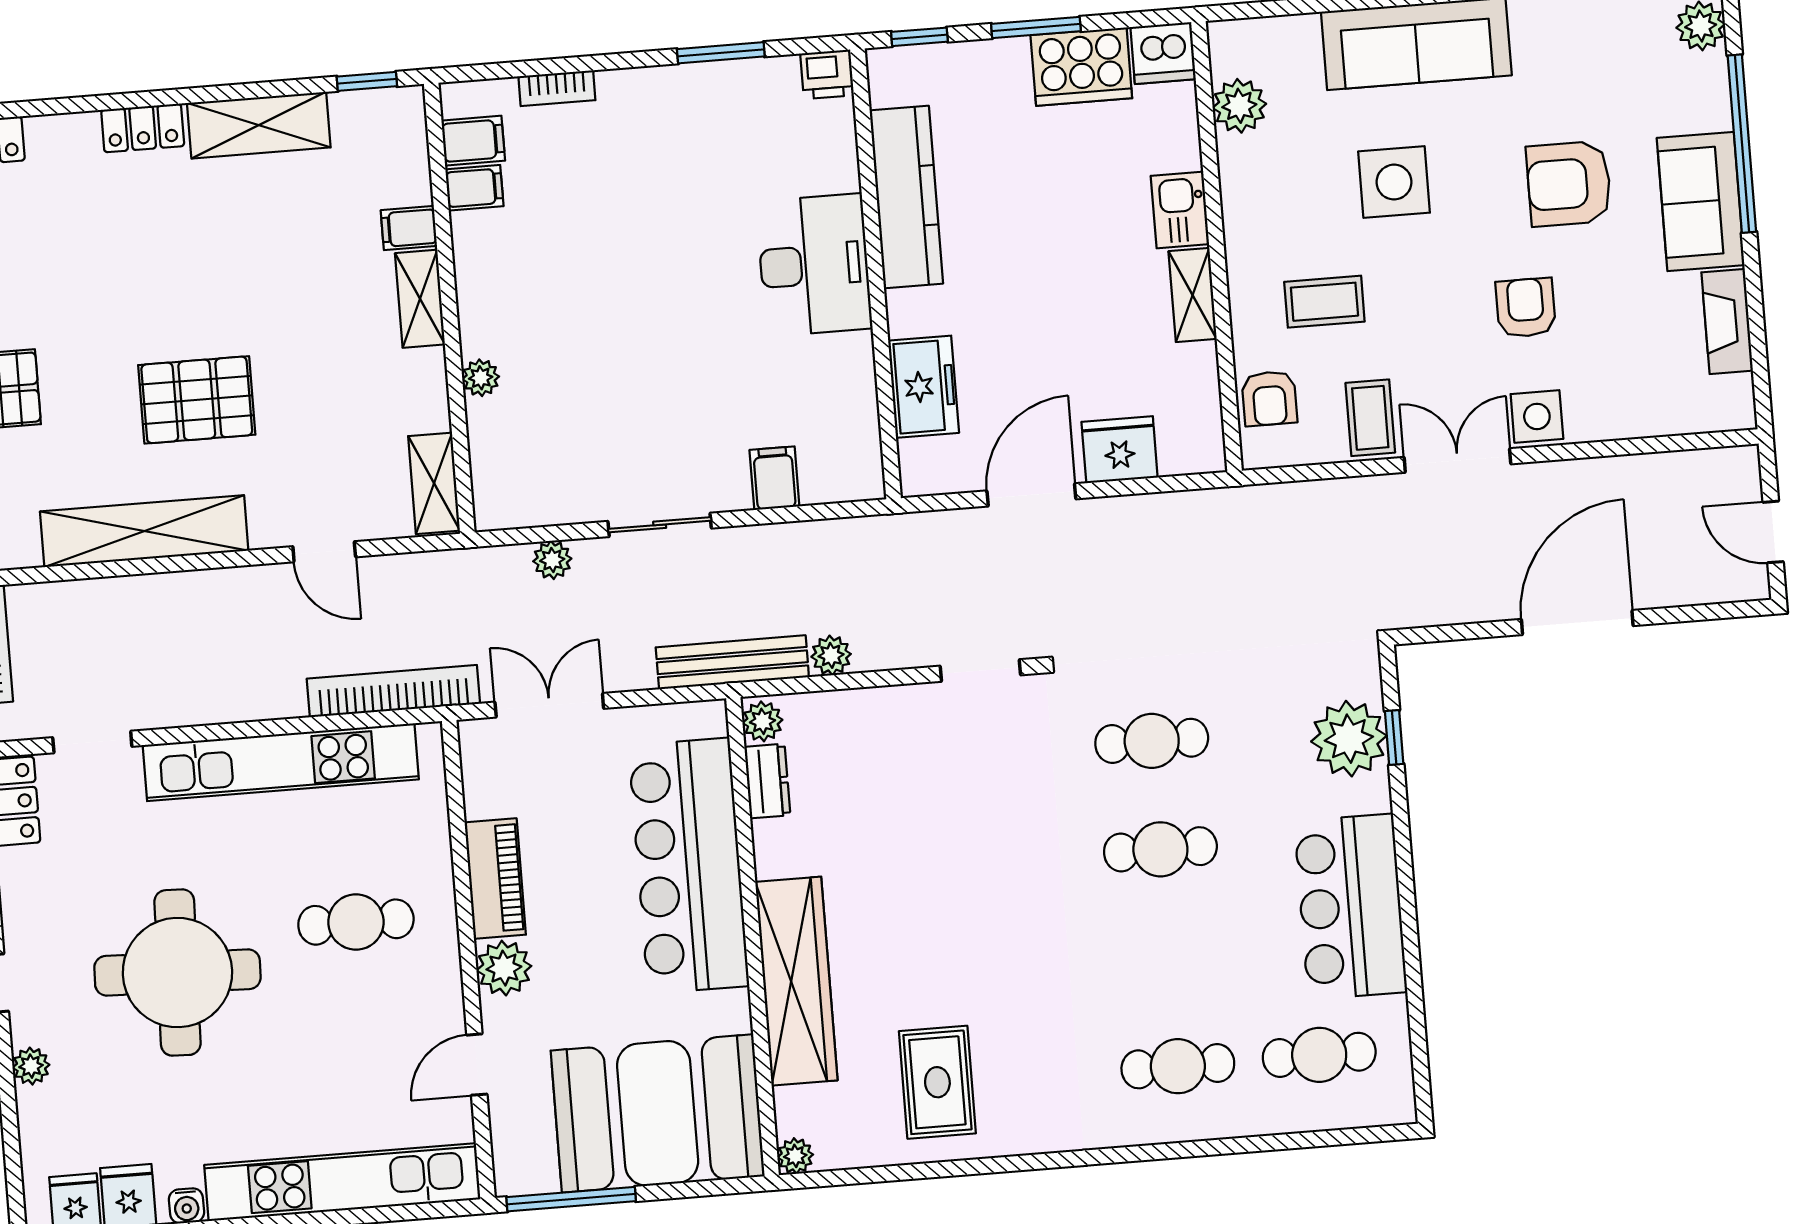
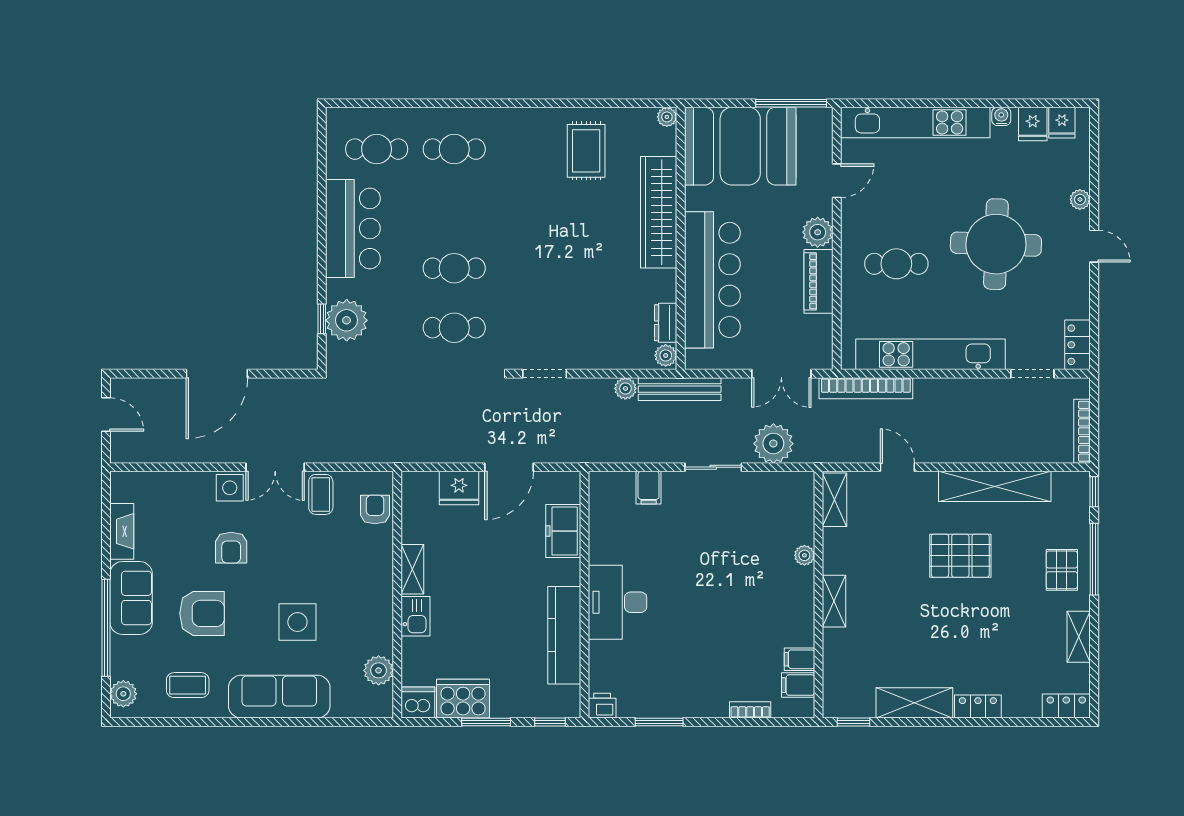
filing cabinet: (409, 228) -> (837, 640), removed
coffee table: (1324, 302) -> (188, 685), moved
plant: (552, 560) -> (773, 444), width x1.87, depth x1.87

